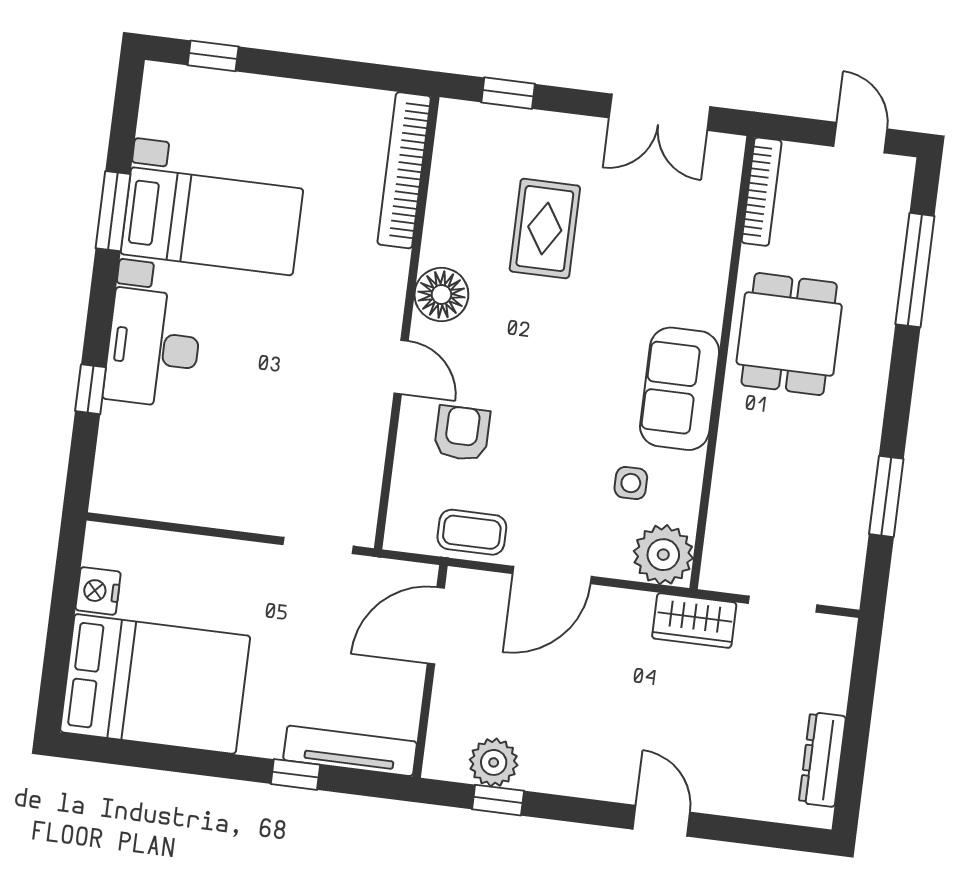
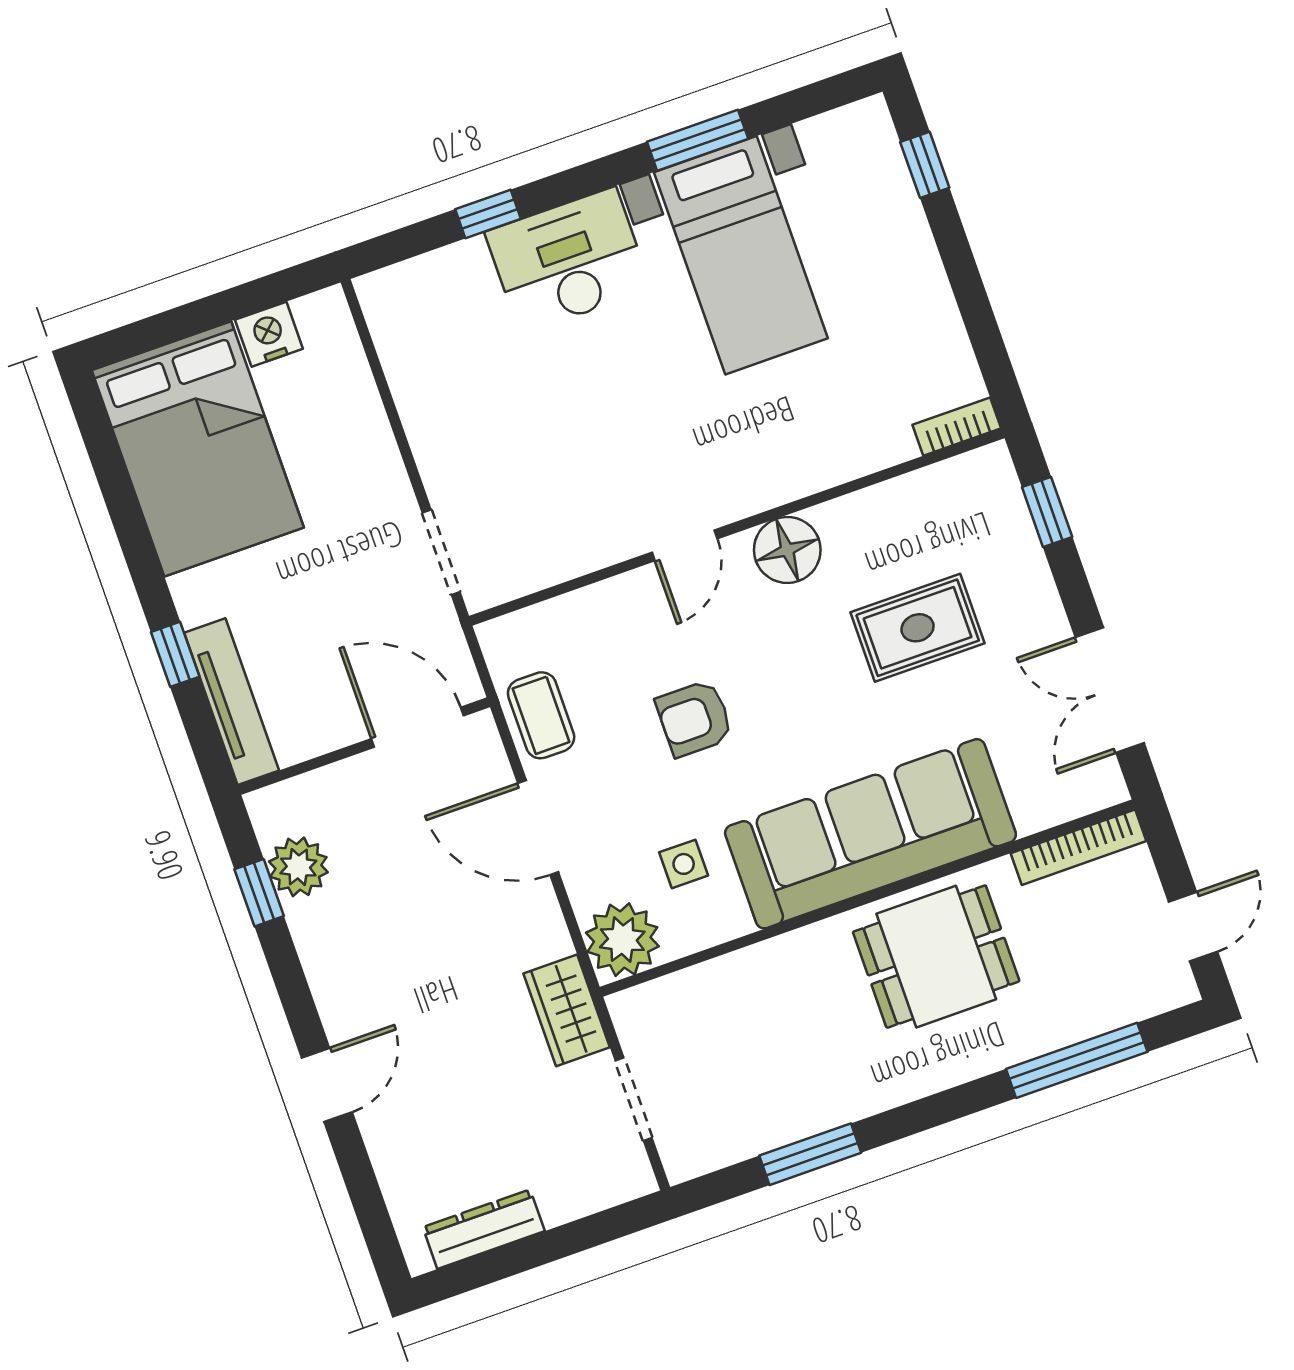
bookcase: (404, 170) -> (957, 427), width x0.43, depth x0.76
sofa: (680, 389) -> (870, 834), width x1.85, depth x1.27
armchair: (462, 433) -> (694, 718), moved, turned 180

